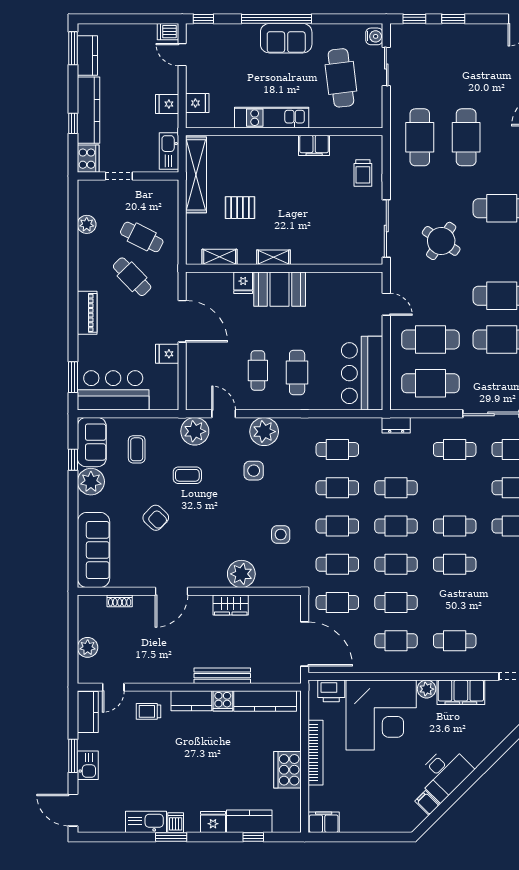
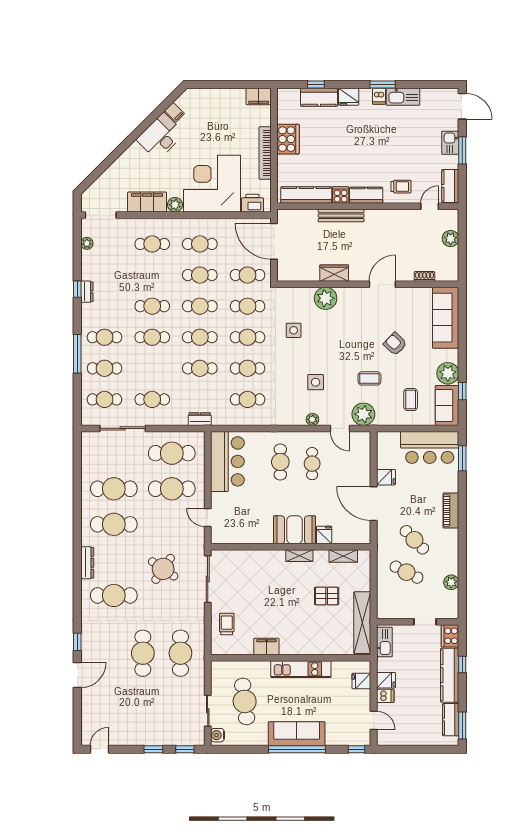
dishwasher: (168, 32) -> (385, 696), moved
sofa: (286, 38) -> (297, 734), width x1.36
plant: (264, 432) -> (312, 419), width x0.53, depth x0.53

